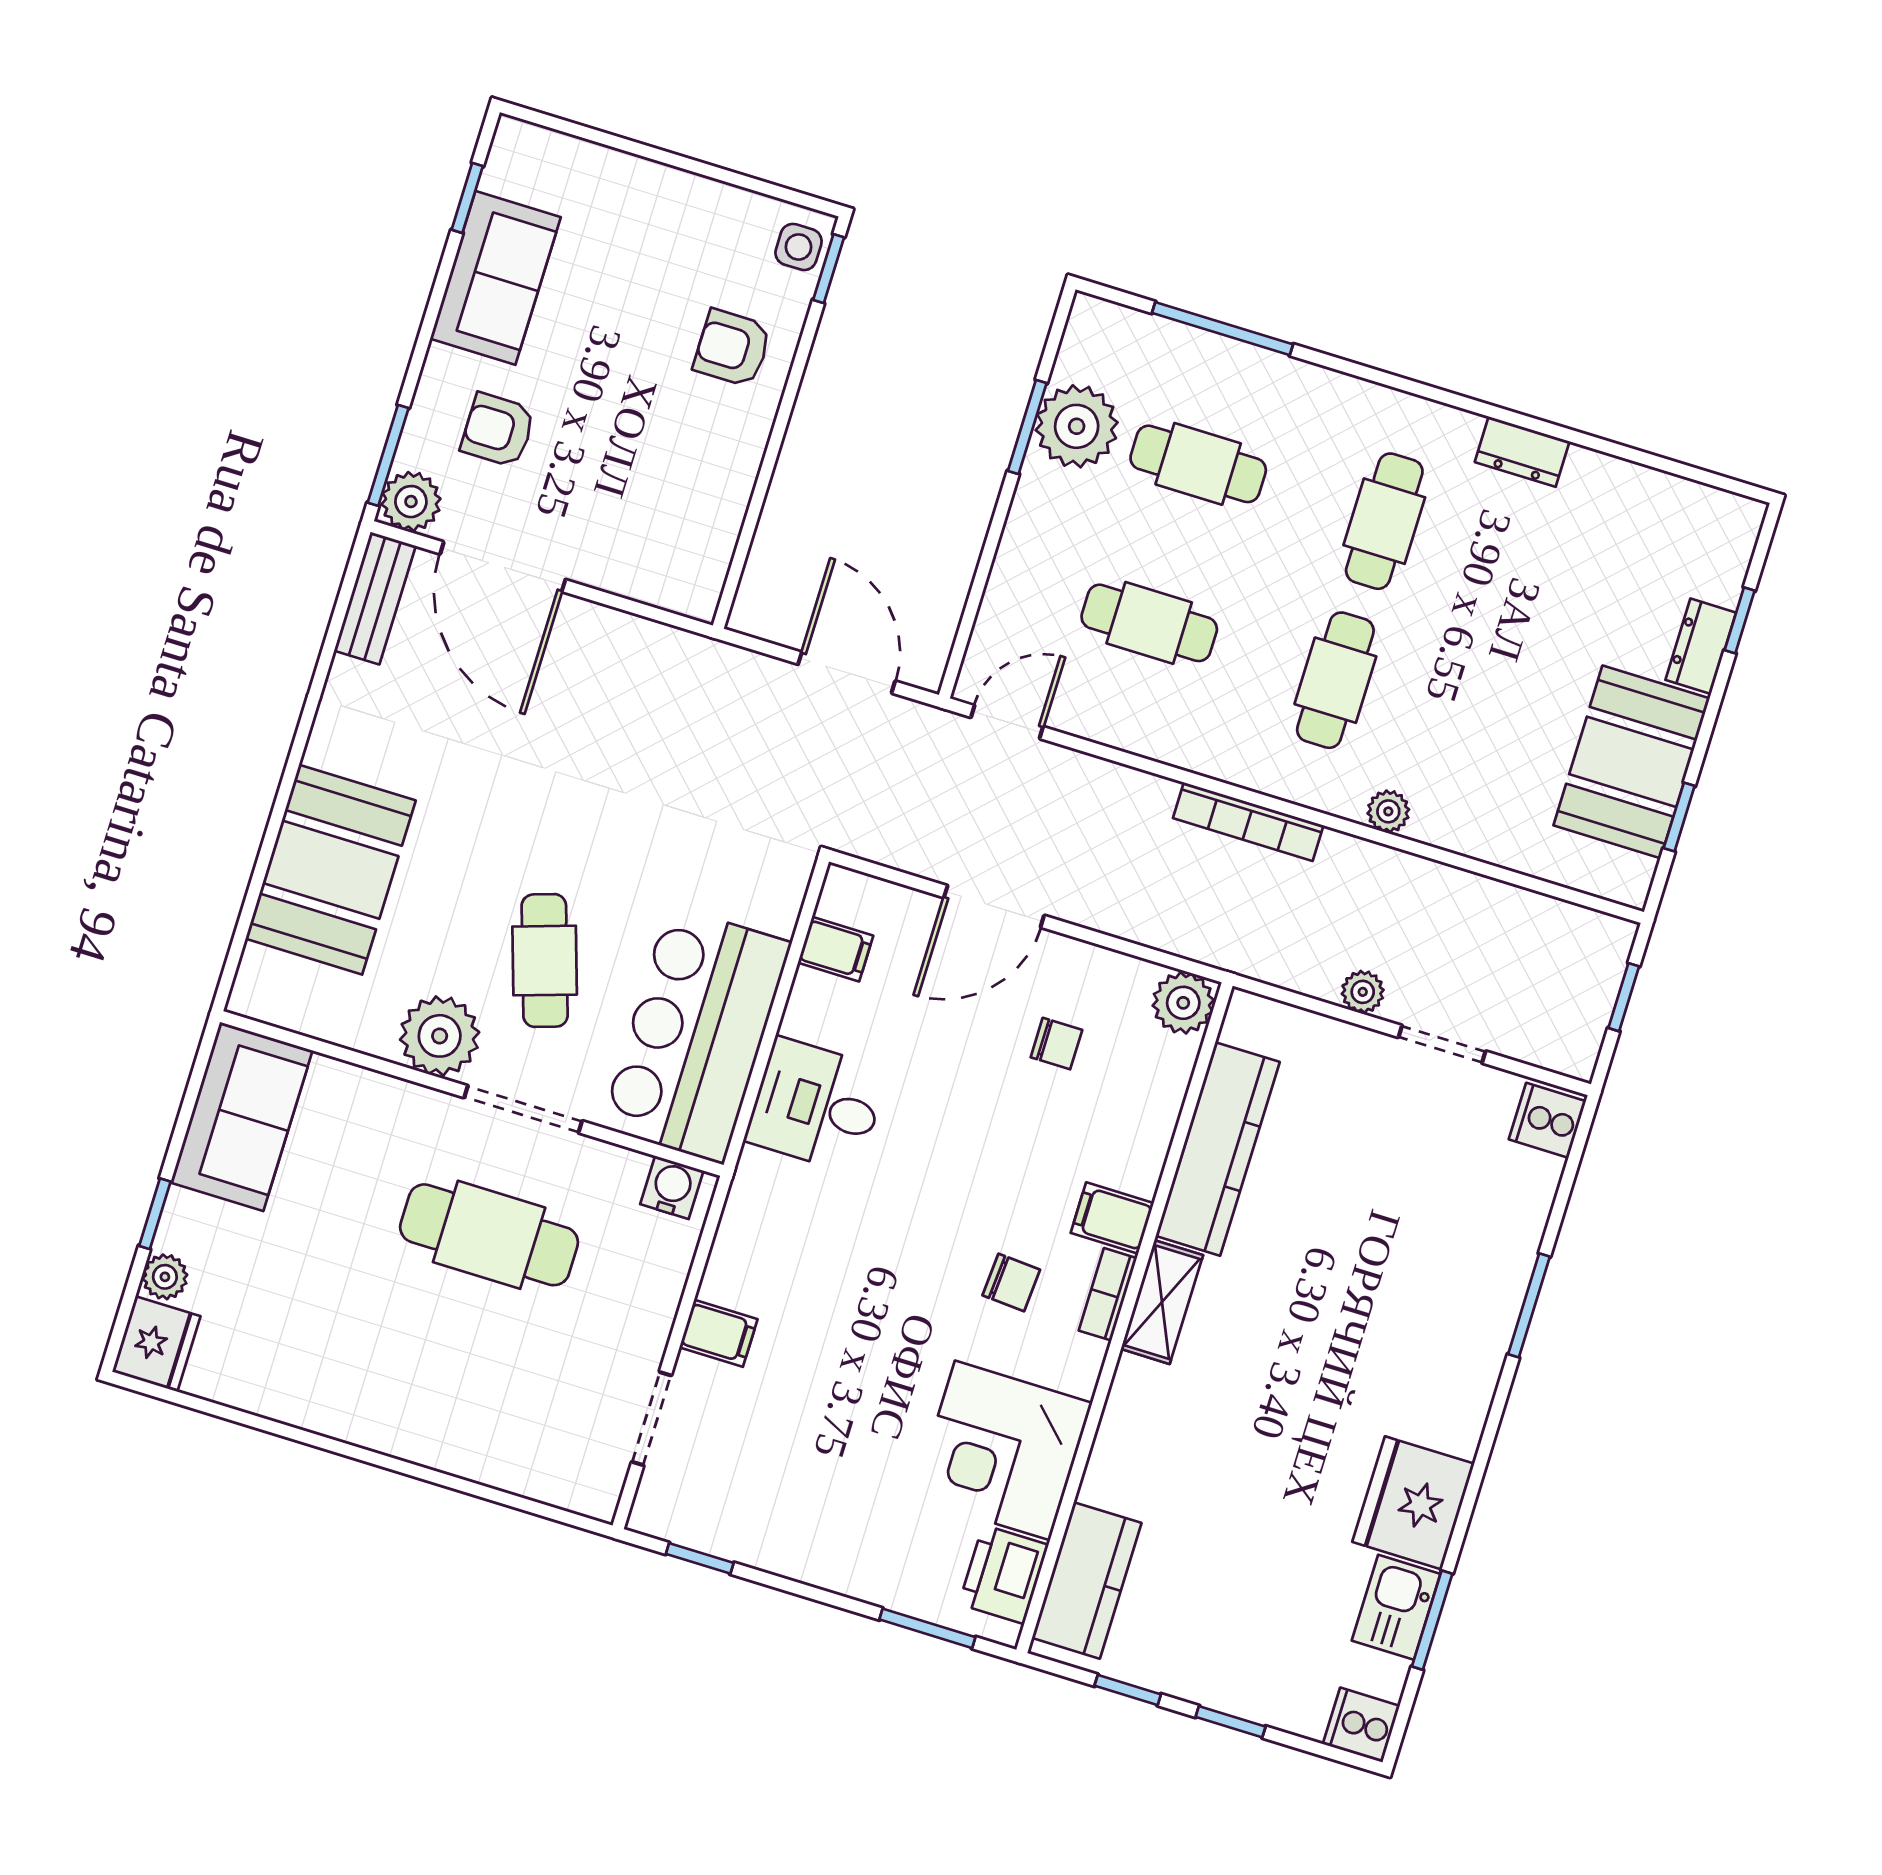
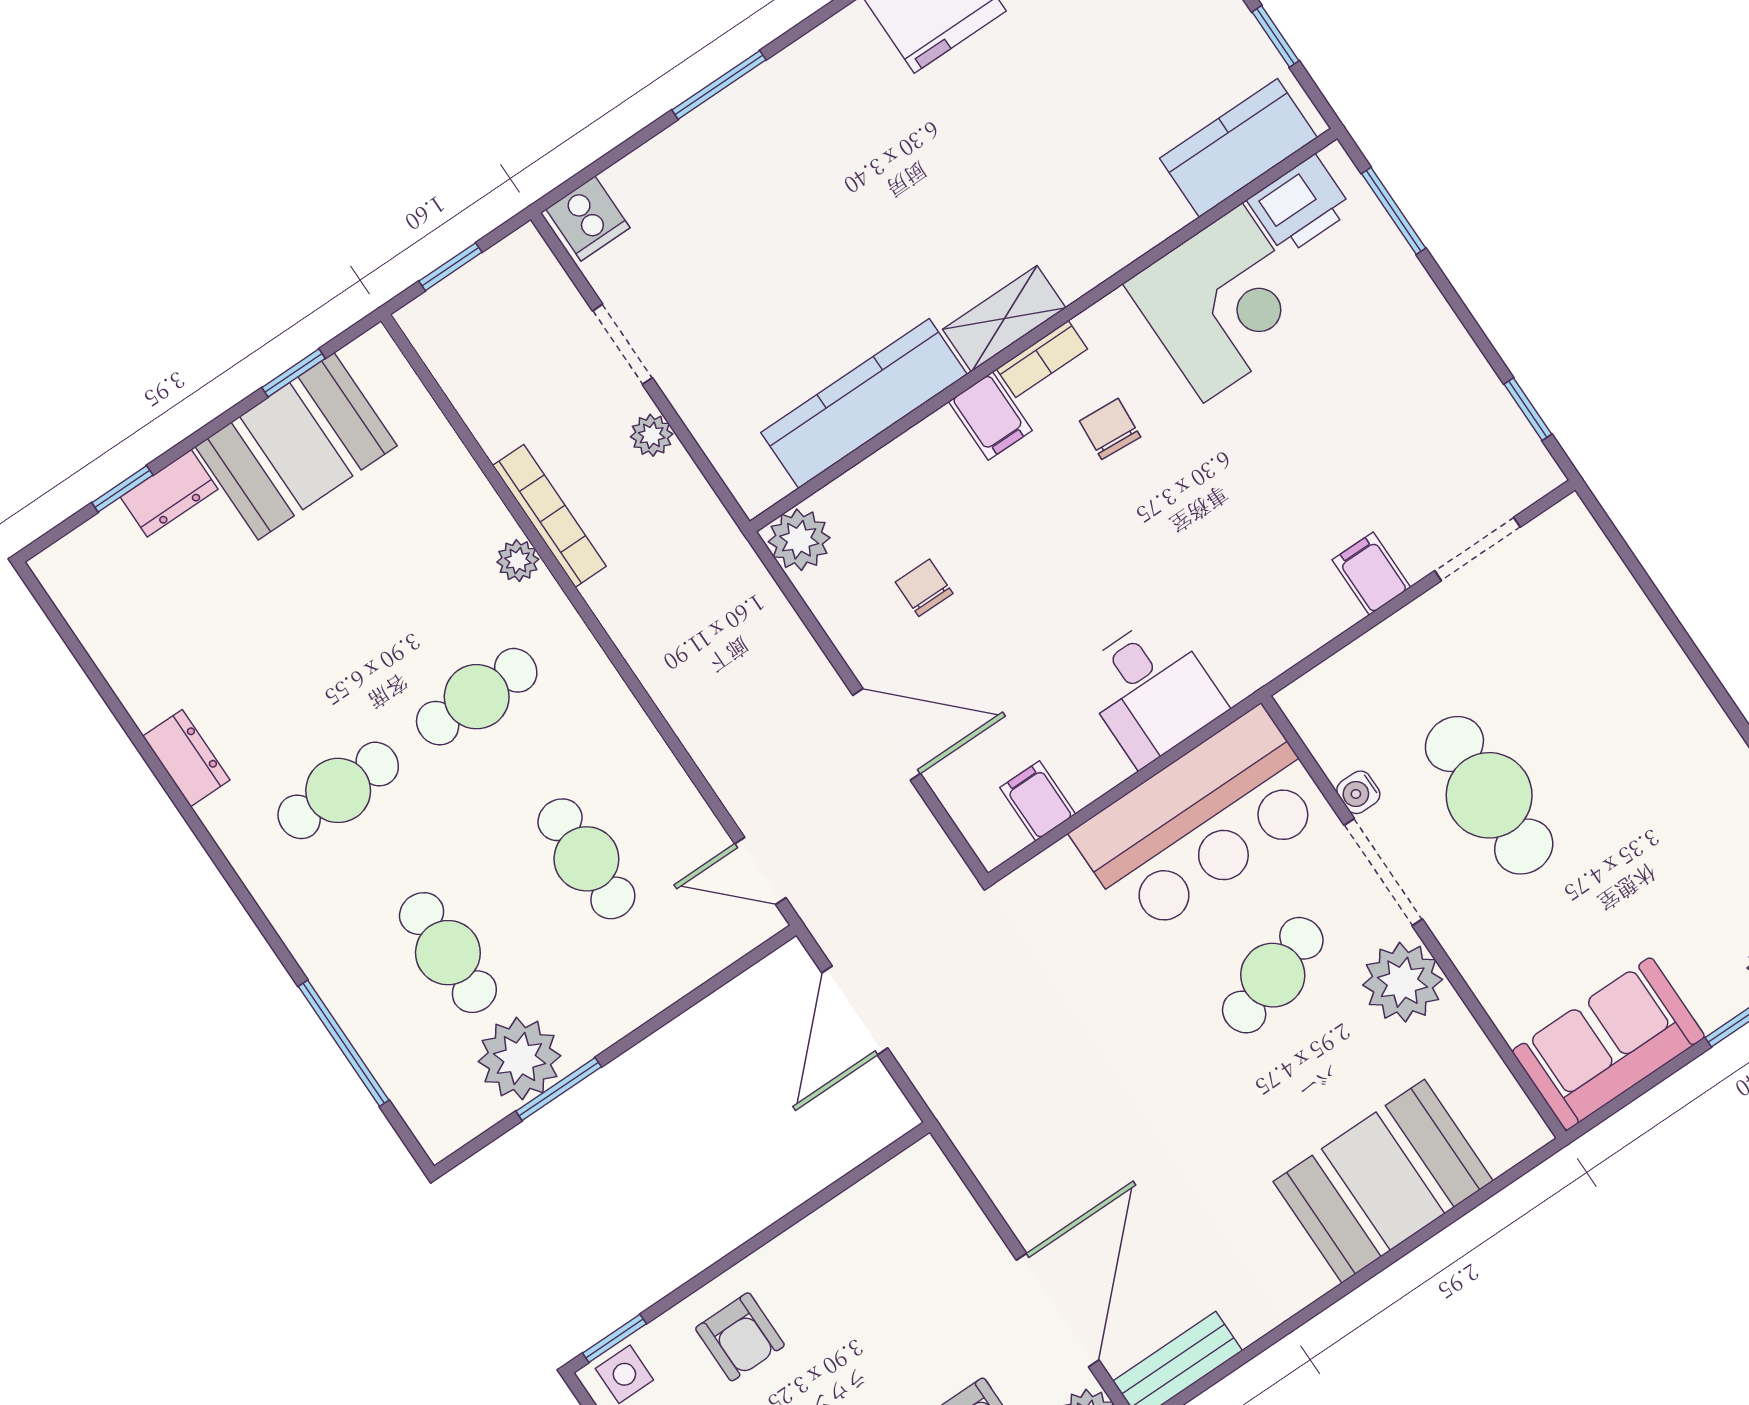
bookcase: (1248, 822) -> (549, 516), moved
water cooler: (672, 1187) -> (1358, 792), moved, width x0.72, depth x0.72

